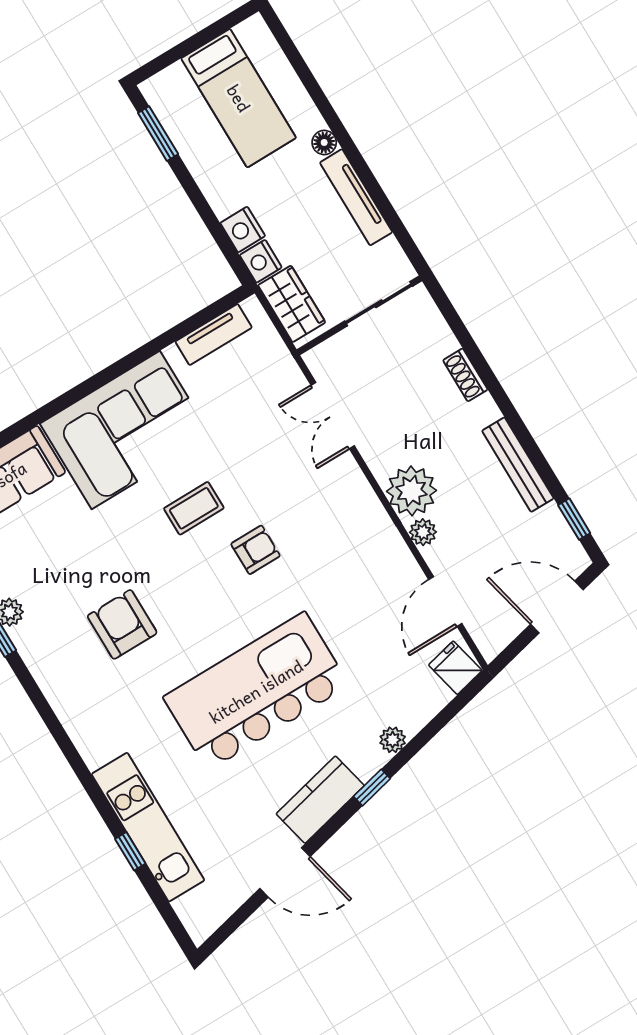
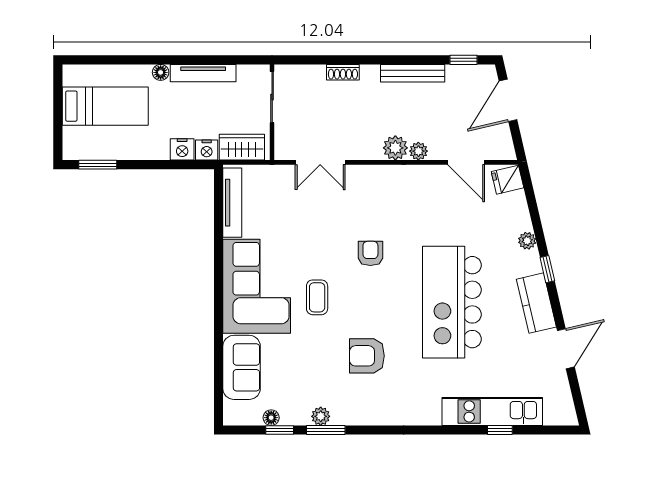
tv unit: (214, 335) -> (232, 203), width x1.41
plant: (412, 491) -> (395, 148), width x0.73, depth x0.73
coffee table: (194, 508) -> (317, 297), moved

